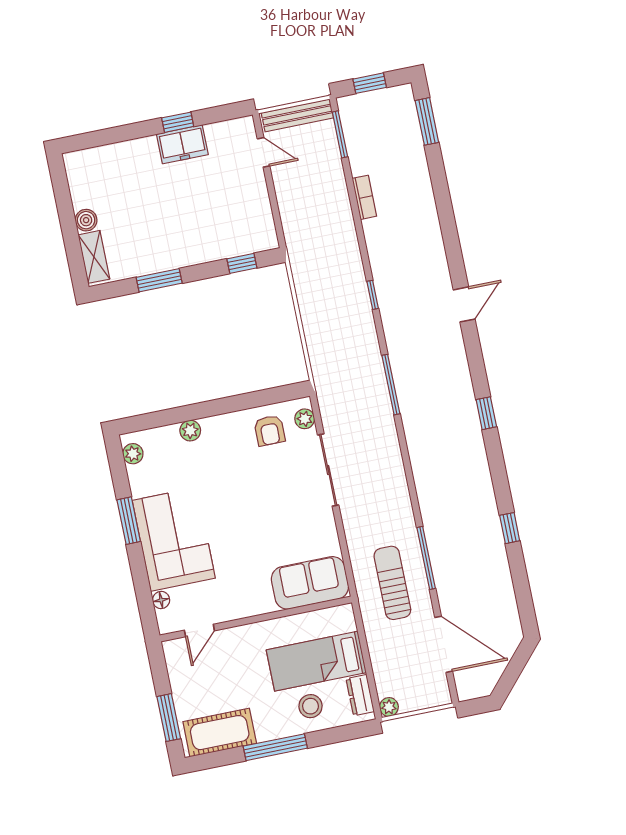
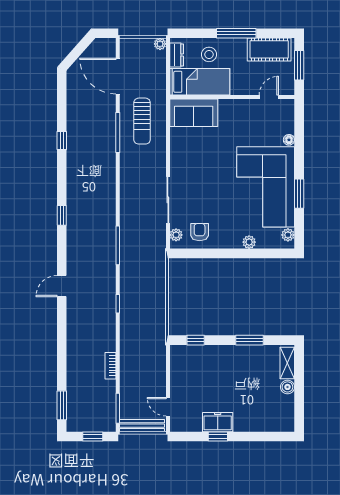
corner sofa: (174, 539) -> (266, 187), width x1.36, depth x1.36
sofa: (310, 583) -> (194, 113), moved
wall: (256, 619) -> (232, 97), moved
door: (199, 630) -> (269, 97), moved

